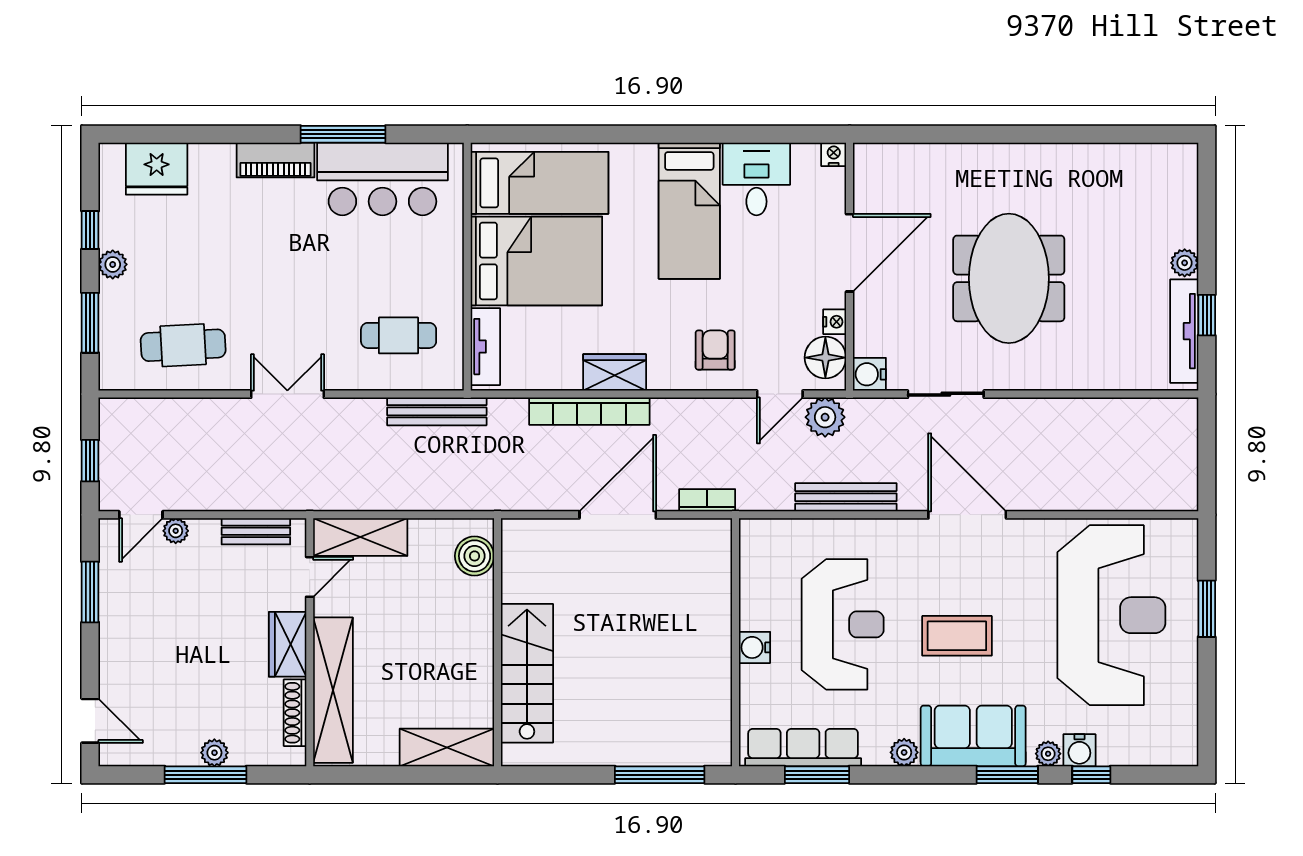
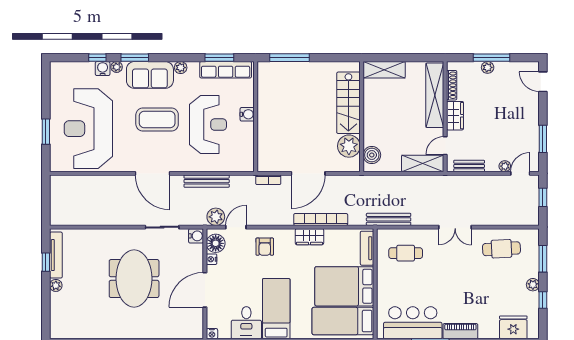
plant: (526, 576) -> (349, 146), added
reception desk: (843, 624) -> (208, 125), turned 180
coffee table: (957, 636) -> (157, 119), width x1.36, depth x1.32

